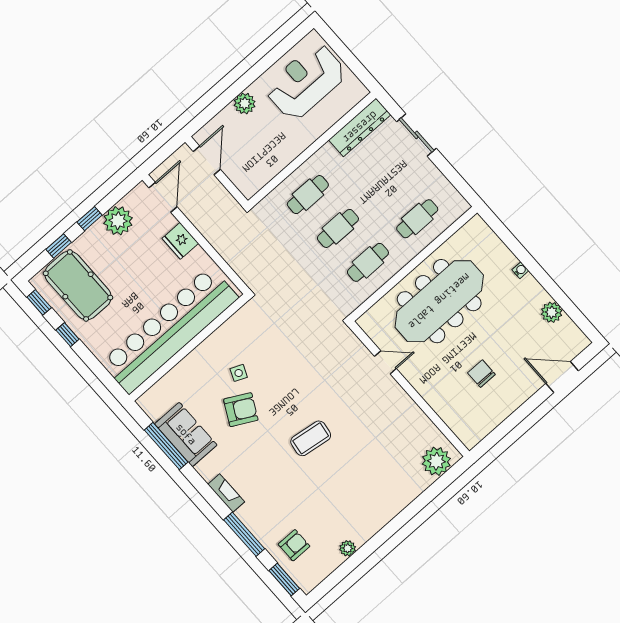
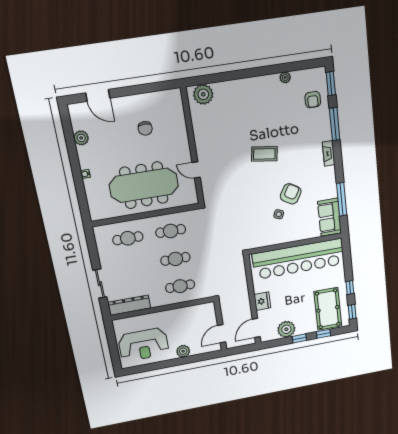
armchair: (241, 410) -> (291, 194), turned 93
sofa: (186, 434) -> (329, 217), moved
armchair: (294, 545) -> (313, 100), turned -90

